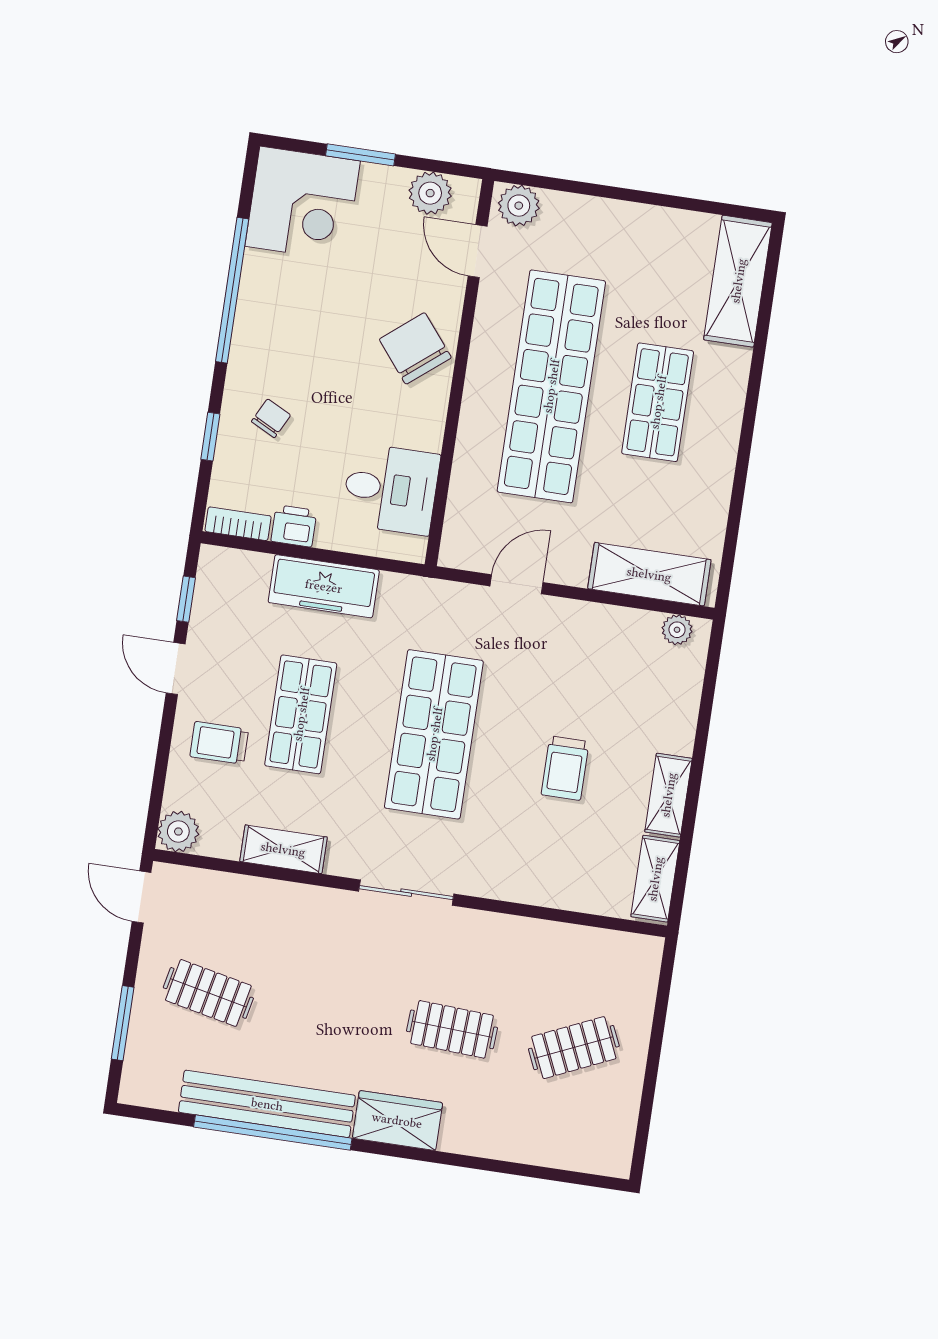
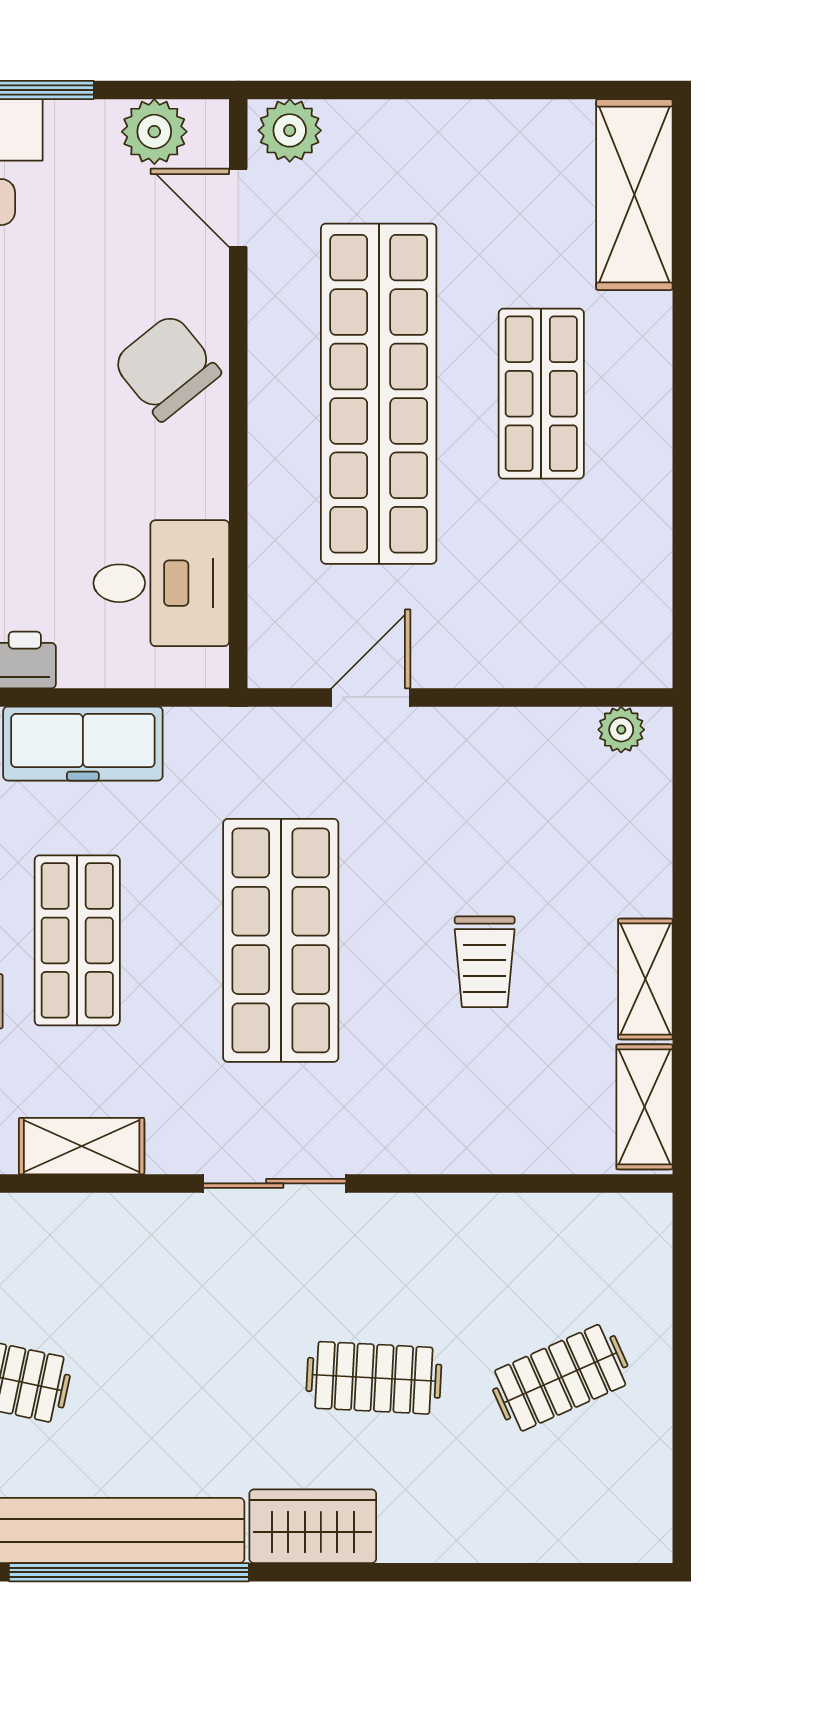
shelving: (649, 574) -> (567, 653), removed

